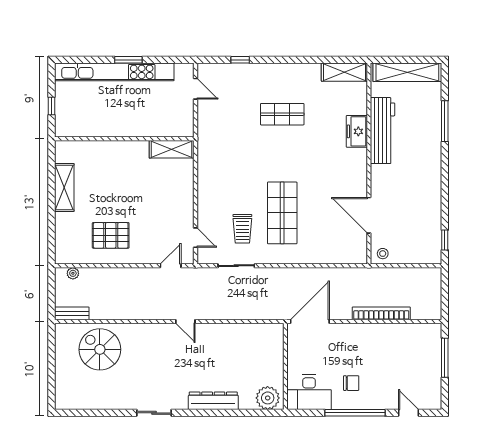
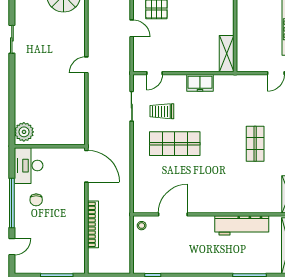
freezer: (357, 131) -> (200, 83), moved, turned 180
door: (171, 266) -> (132, 28), moved
dresser: (213, 401) -> (22, 88), removed

